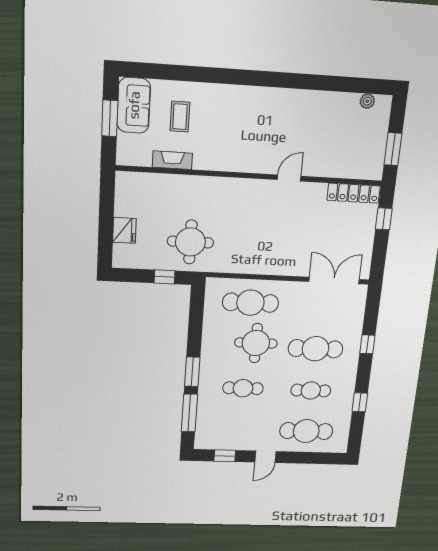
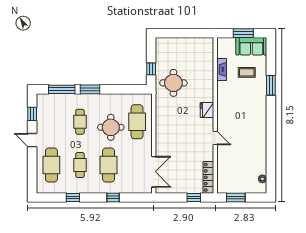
window: (205, 75) -> (271, 85), added
fridge: (124, 230) -> (207, 110), moved, turned 90

